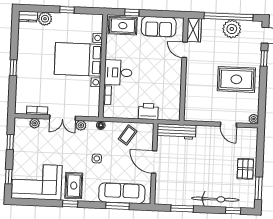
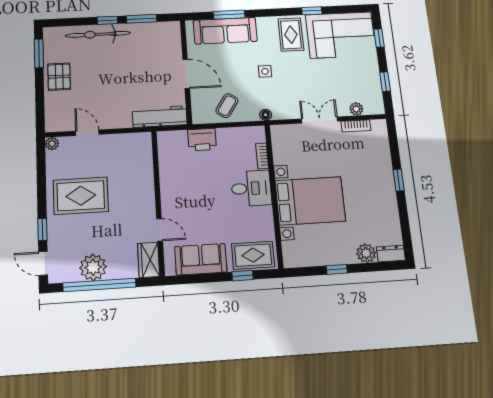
plant: (81, 125) -> (293, 112), removed
window: (70, 204) -> (312, 11), moved
window: (233, 211) -> (107, 20), moved

